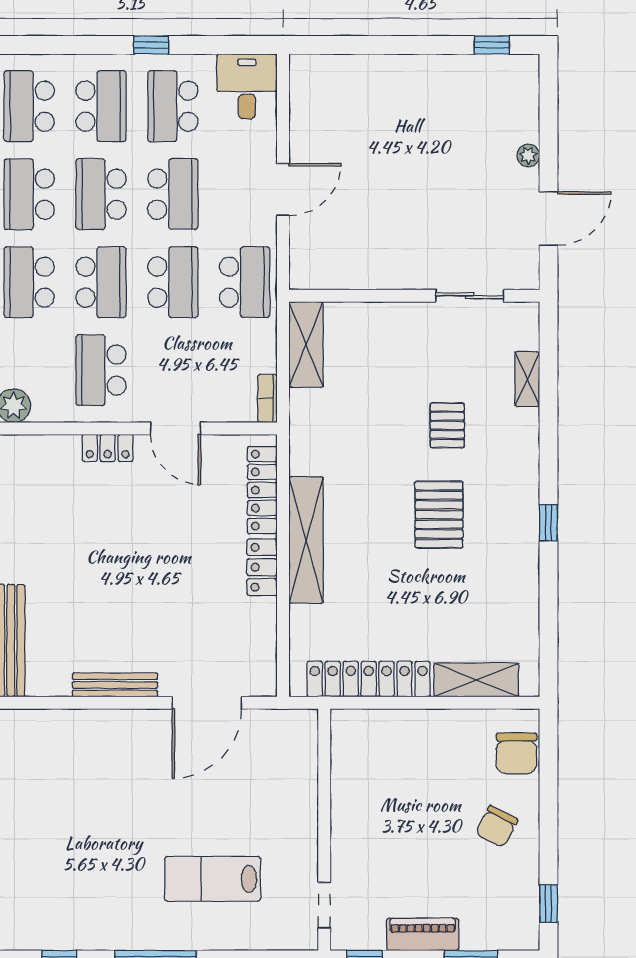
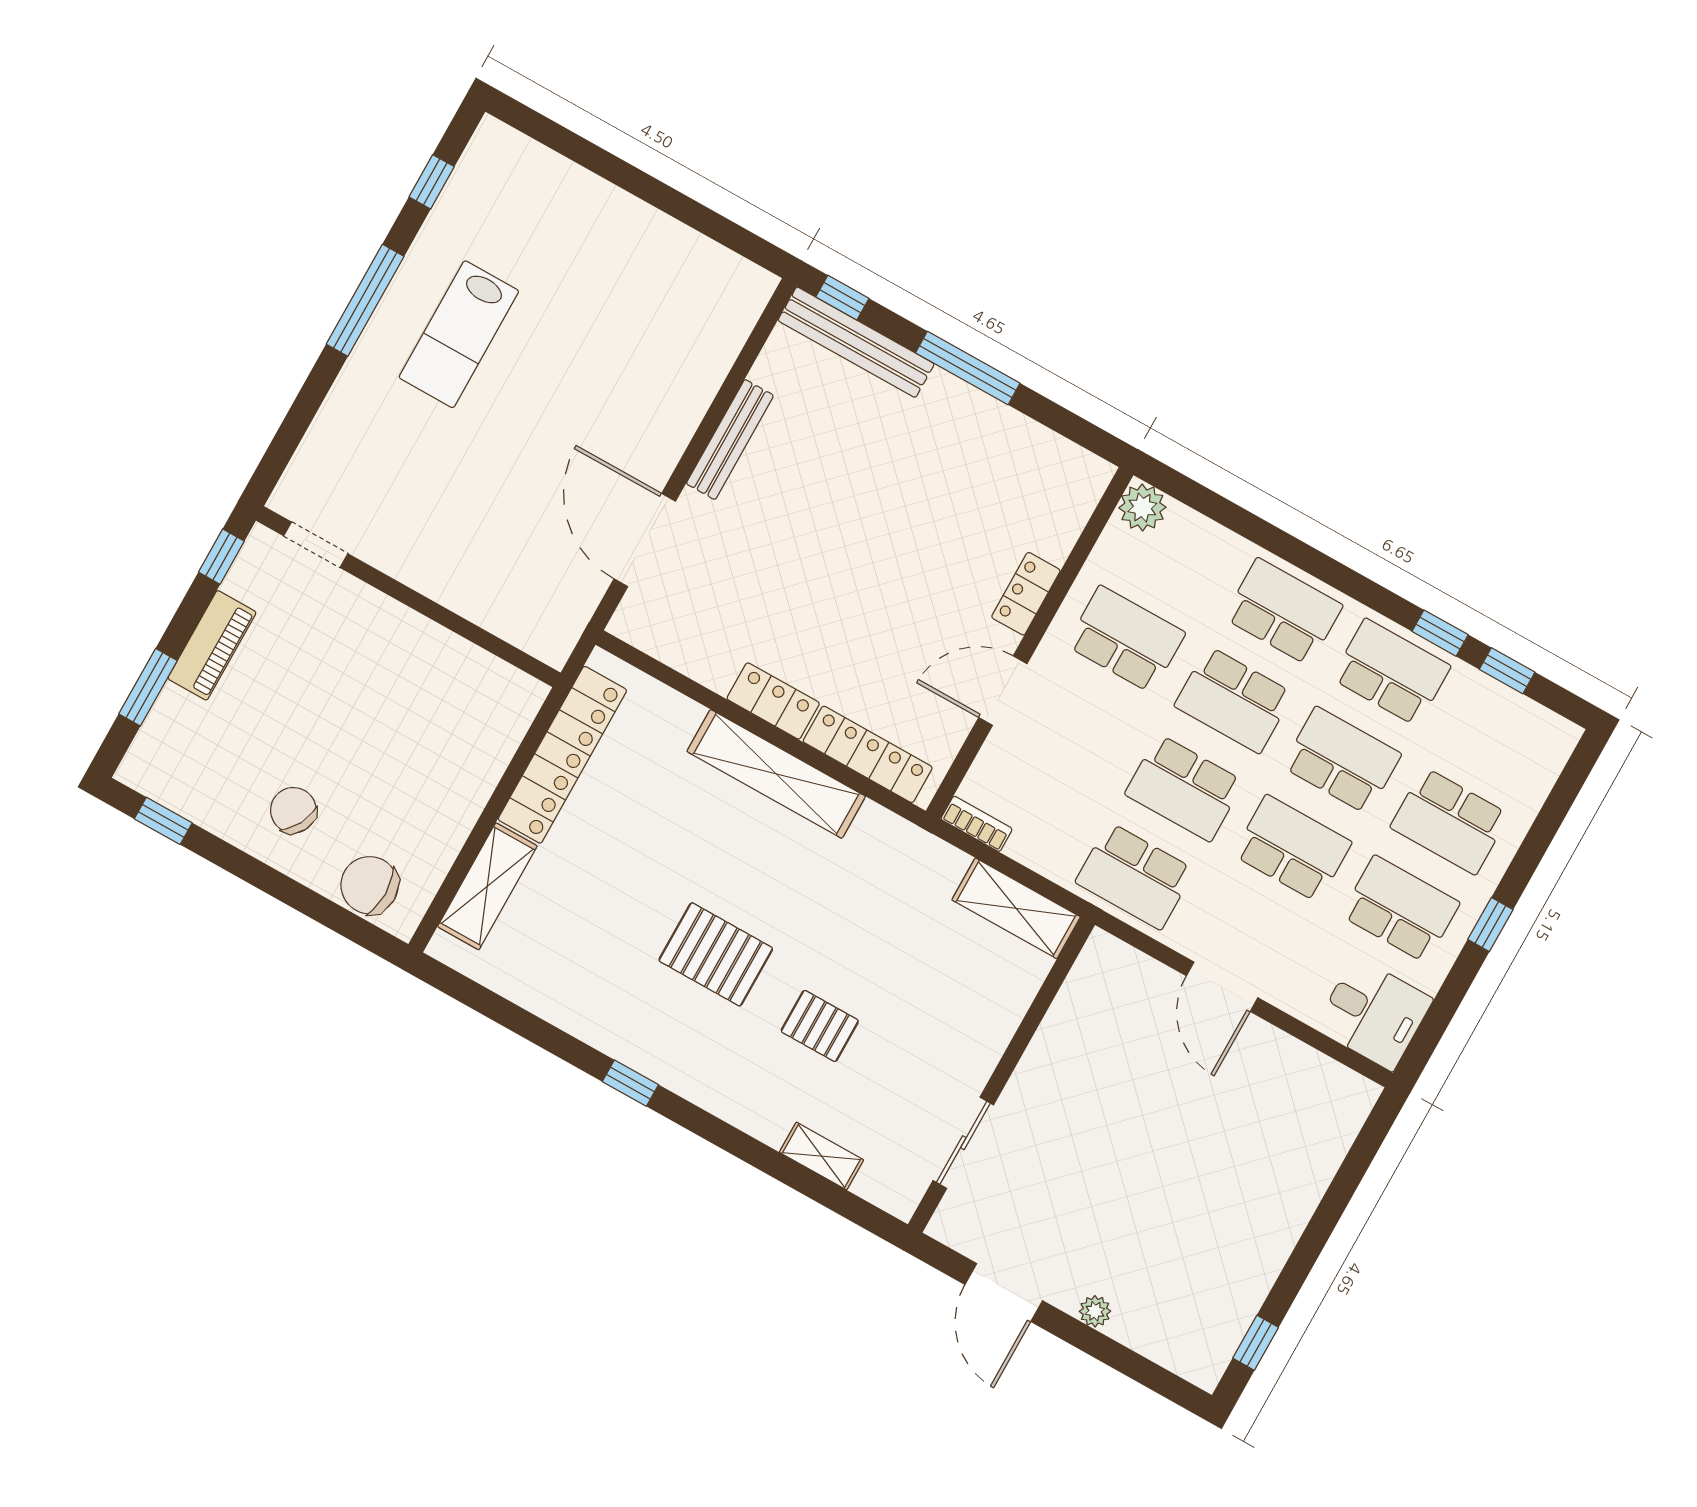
school desk: (29, 106) -> (1499, 733), removed
school desk: (173, 194) -> (1292, 848), turned 180
lab bench: (213, 879) -> (459, 334), moved, turned 180

